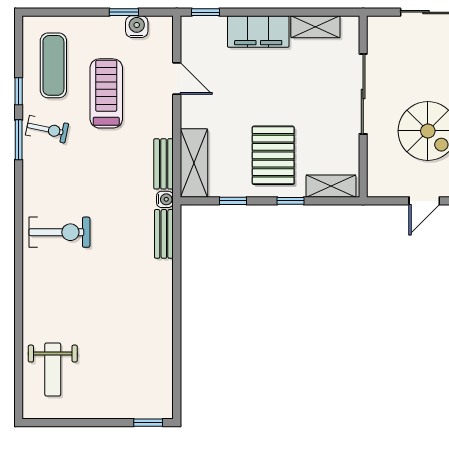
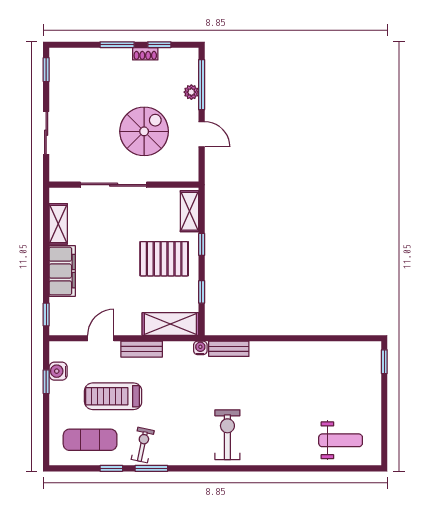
bench: (164, 164) -> (142, 349), moved

